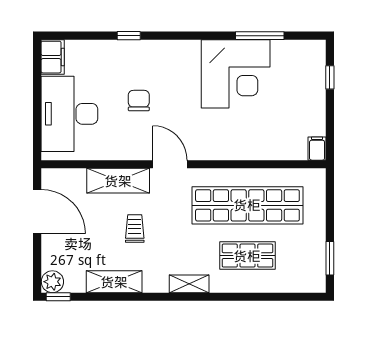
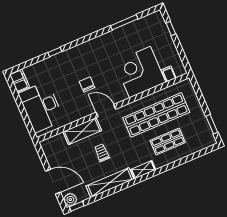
corner desk: (236, 74) -> (140, 72), moved, turned 180
chair: (139, 101) -> (87, 84), moved
filing cabinet: (317, 149) -> (169, 74), moved
door: (37, 212) -> (53, 182), moved
shelving: (114, 282) -> (110, 183), width x1.47

